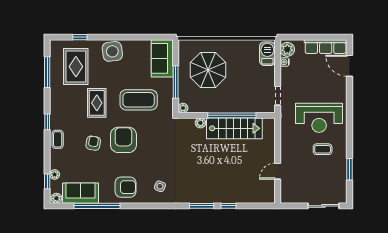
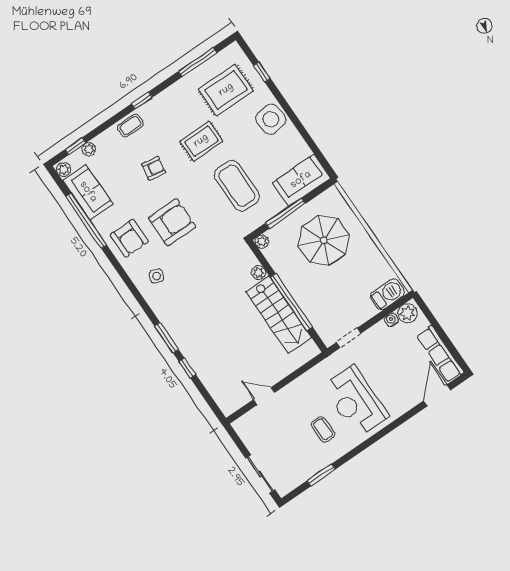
armchair: (123, 140) -> (172, 222), moved

